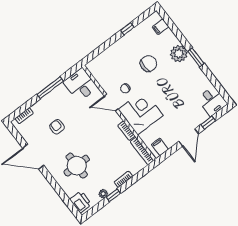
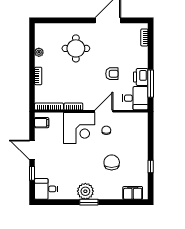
filing cabinet: (160, 27) -> (133, 193), width x2.00
plant: (179, 54) -> (85, 191), moved
chair: (149, 64) -> (112, 162), turned 180
window: (50, 88) -> (151, 84), moved
armchair: (57, 127) -> (112, 74), moved
window: (113, 195) -> (32, 59), removed
printer: (81, 202) -> (141, 77), moved, turned 90

